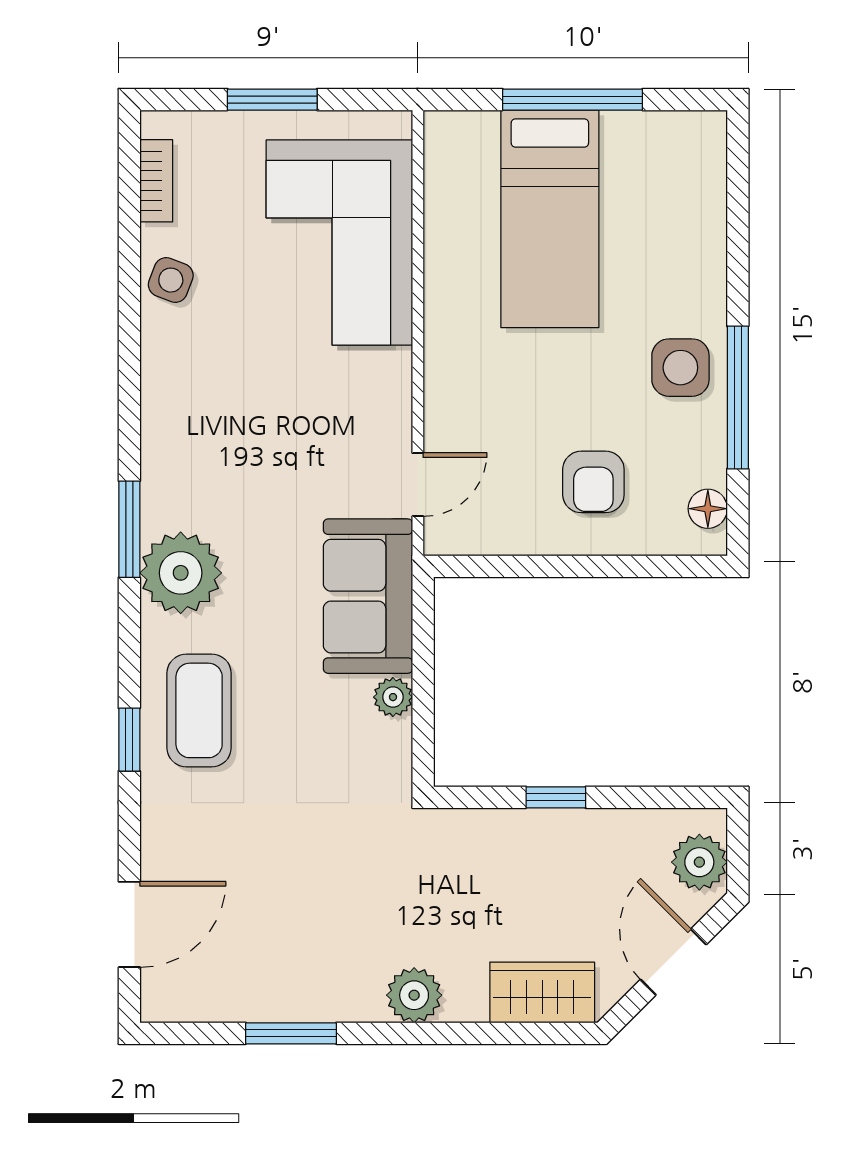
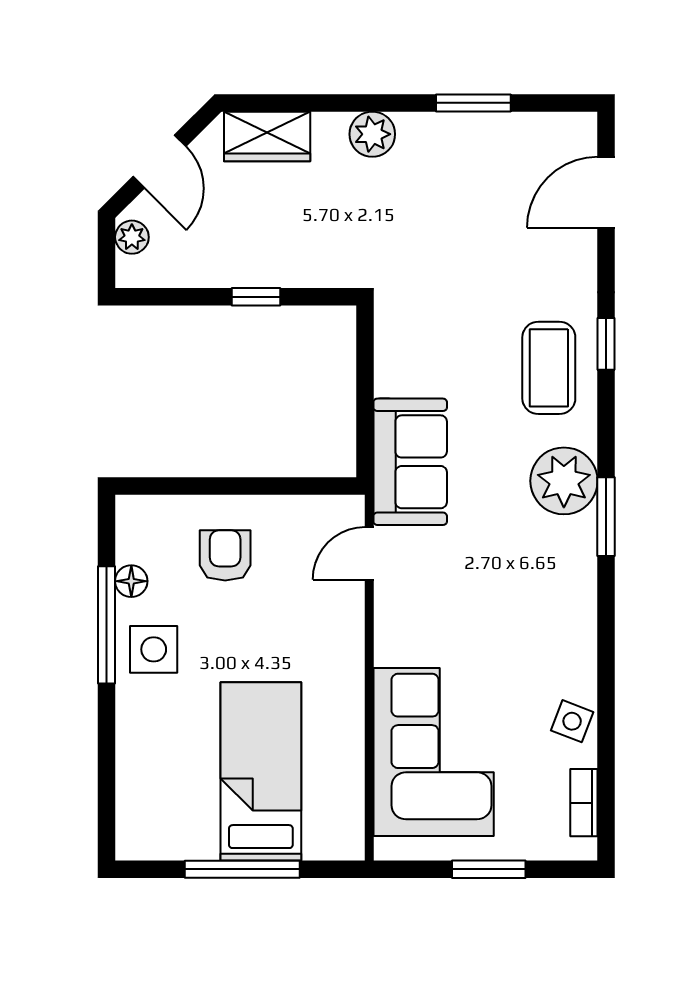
floor lamp: (708, 509) -> (131, 581), moved
plant: (393, 697) -> (390, 379), removed
plant: (699, 862) -> (132, 237), width x0.73, depth x0.73

